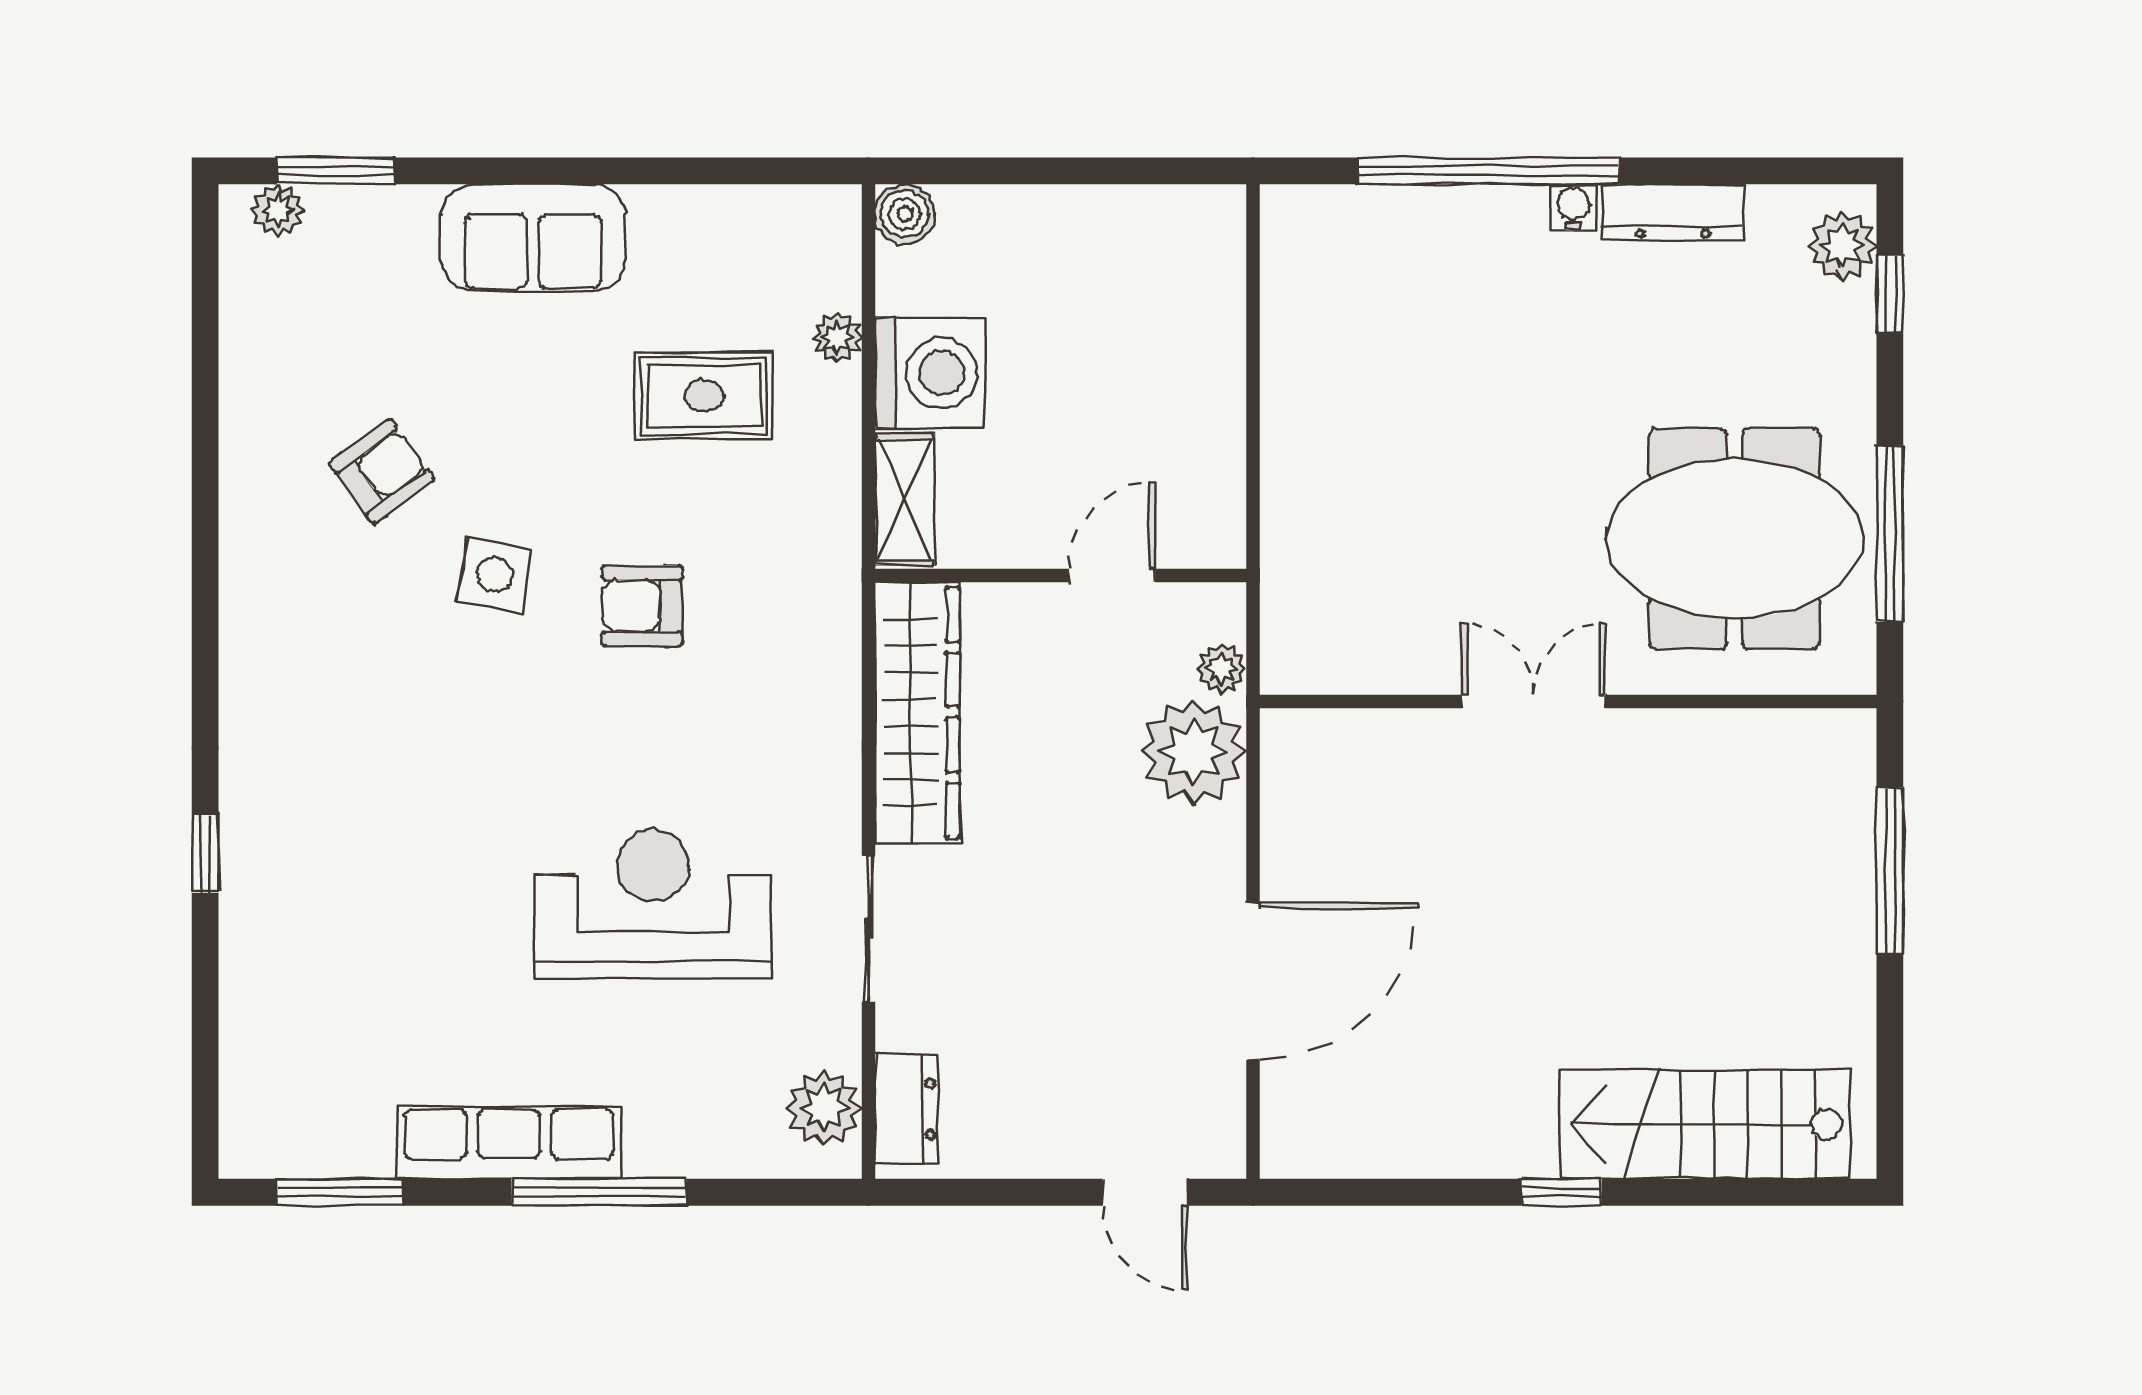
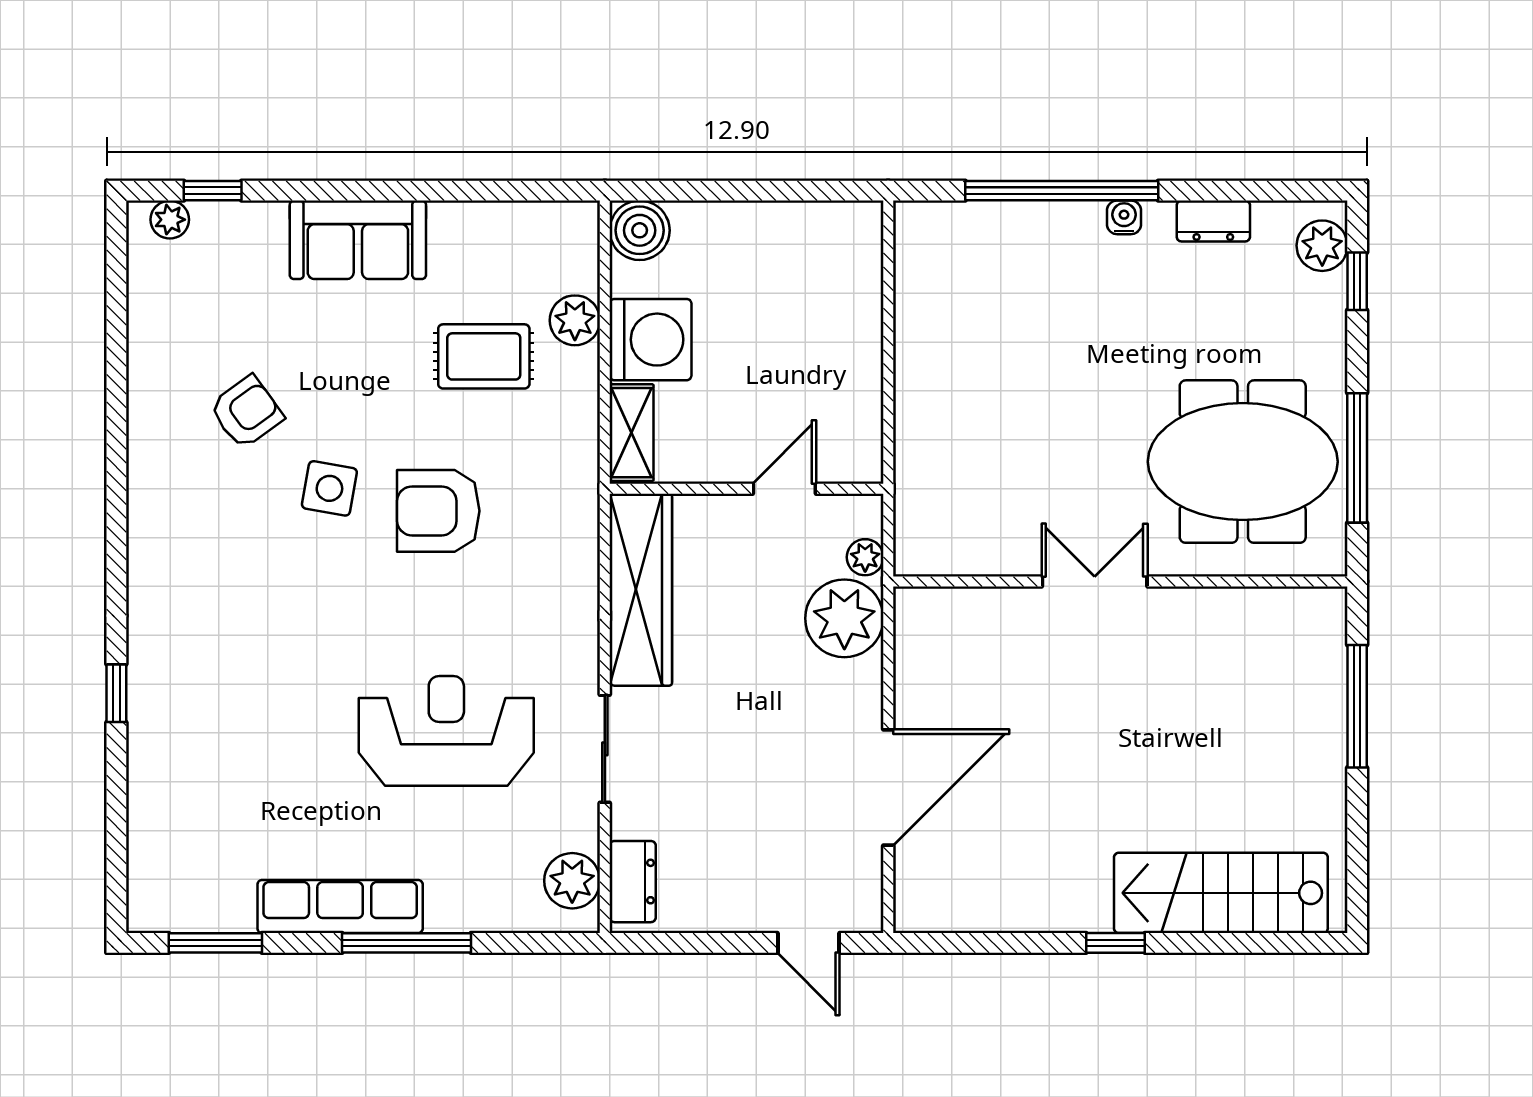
window: (336, 171) -> (213, 191), width x0.67
dresser: (1673, 212) -> (1213, 221), width x0.70
boiler: (905, 214) -> (640, 230), width x1.36, depth x1.36
plant: (837, 338) -> (575, 320), width x1.38, depth x1.38
armchair: (642, 606) -> (438, 511), width x1.38, depth x1.38

